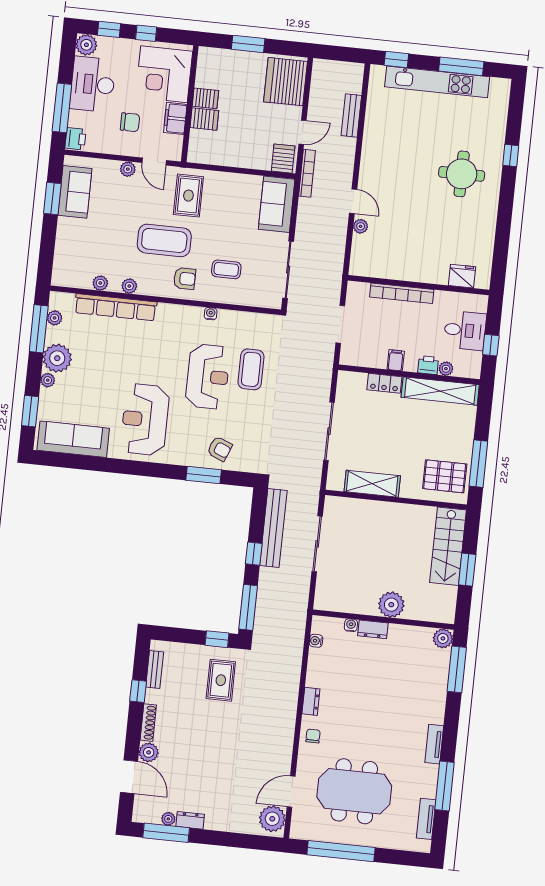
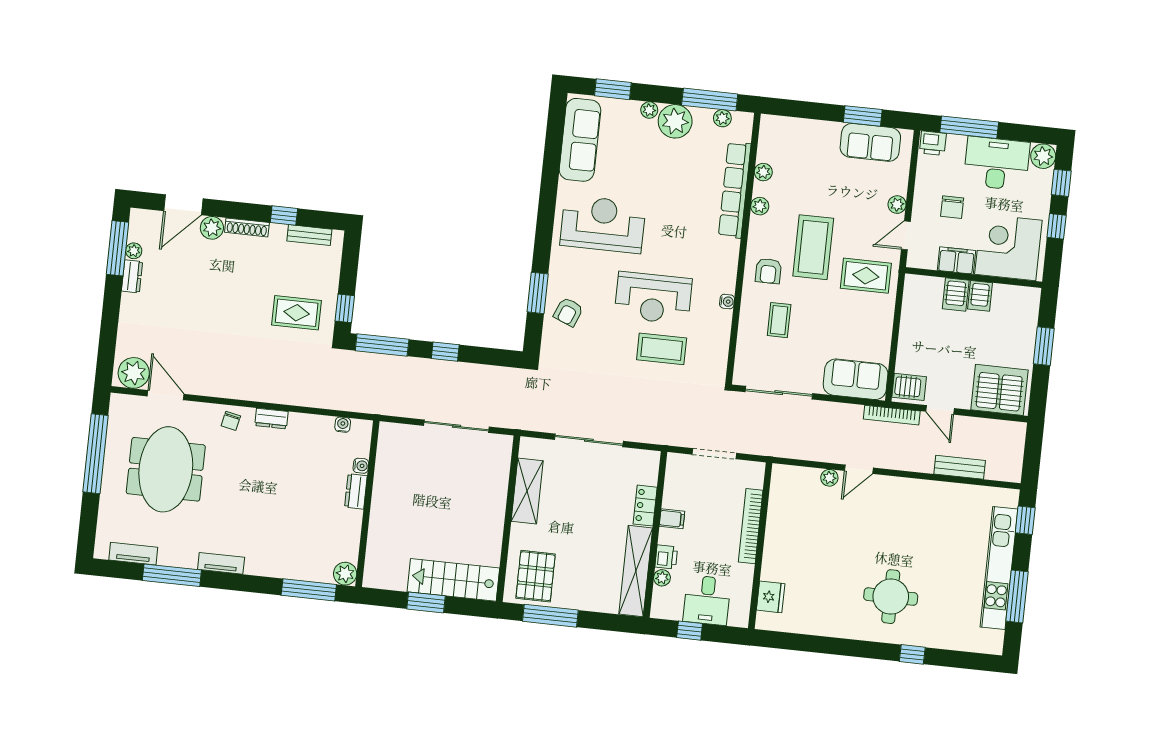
bench: (273, 528) -> (475, 375), removed
plant: (391, 605) -> (385, 513), removed
chair: (313, 736) -> (231, 421), turned 102

